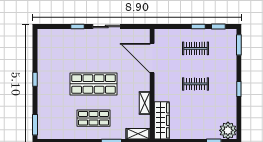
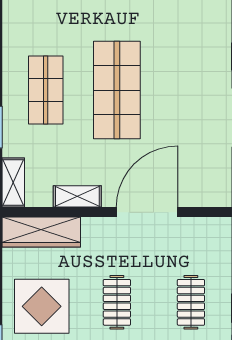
door: (152, 58) -> (147, 212), moved
display table: (197, 120) -> (42, 306), added

